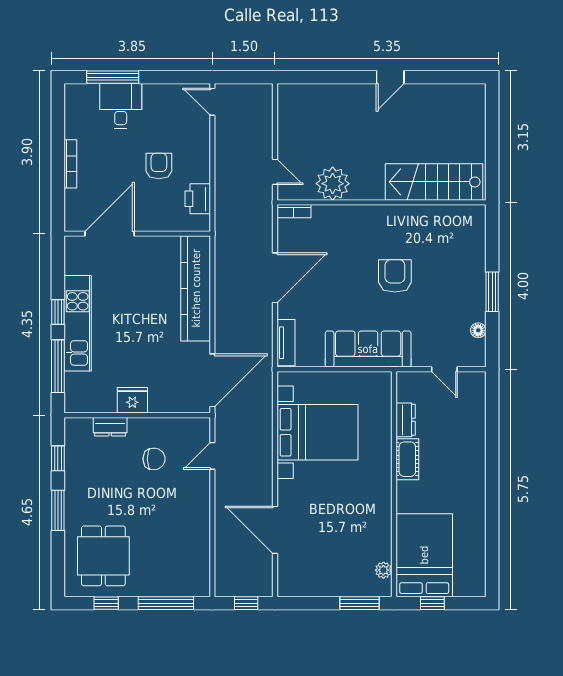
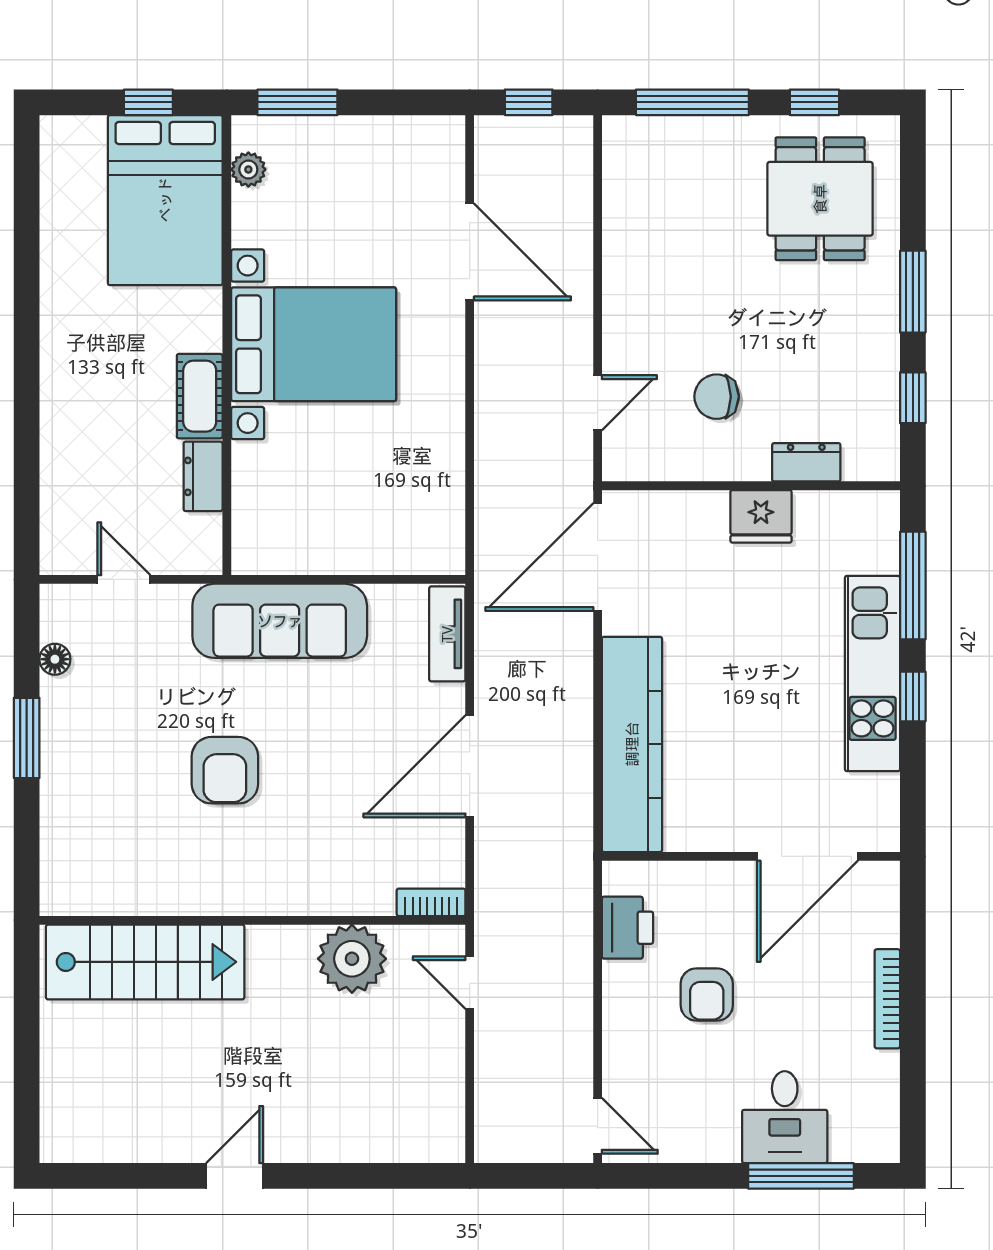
bed with nightstands: (318, 432) -> (314, 344), moved, turned 180

